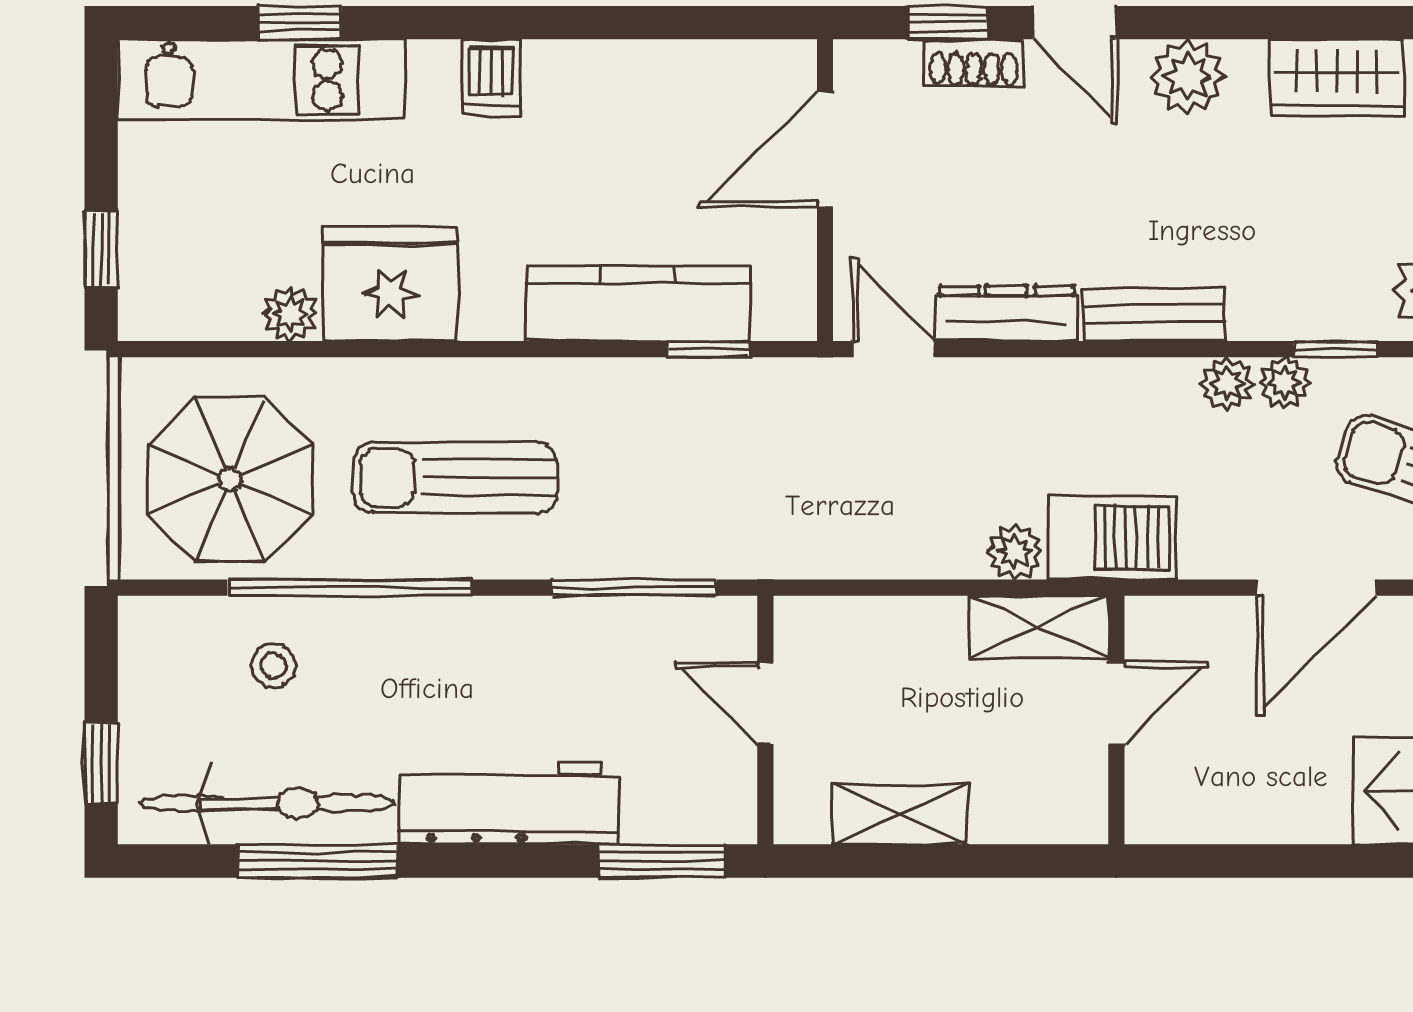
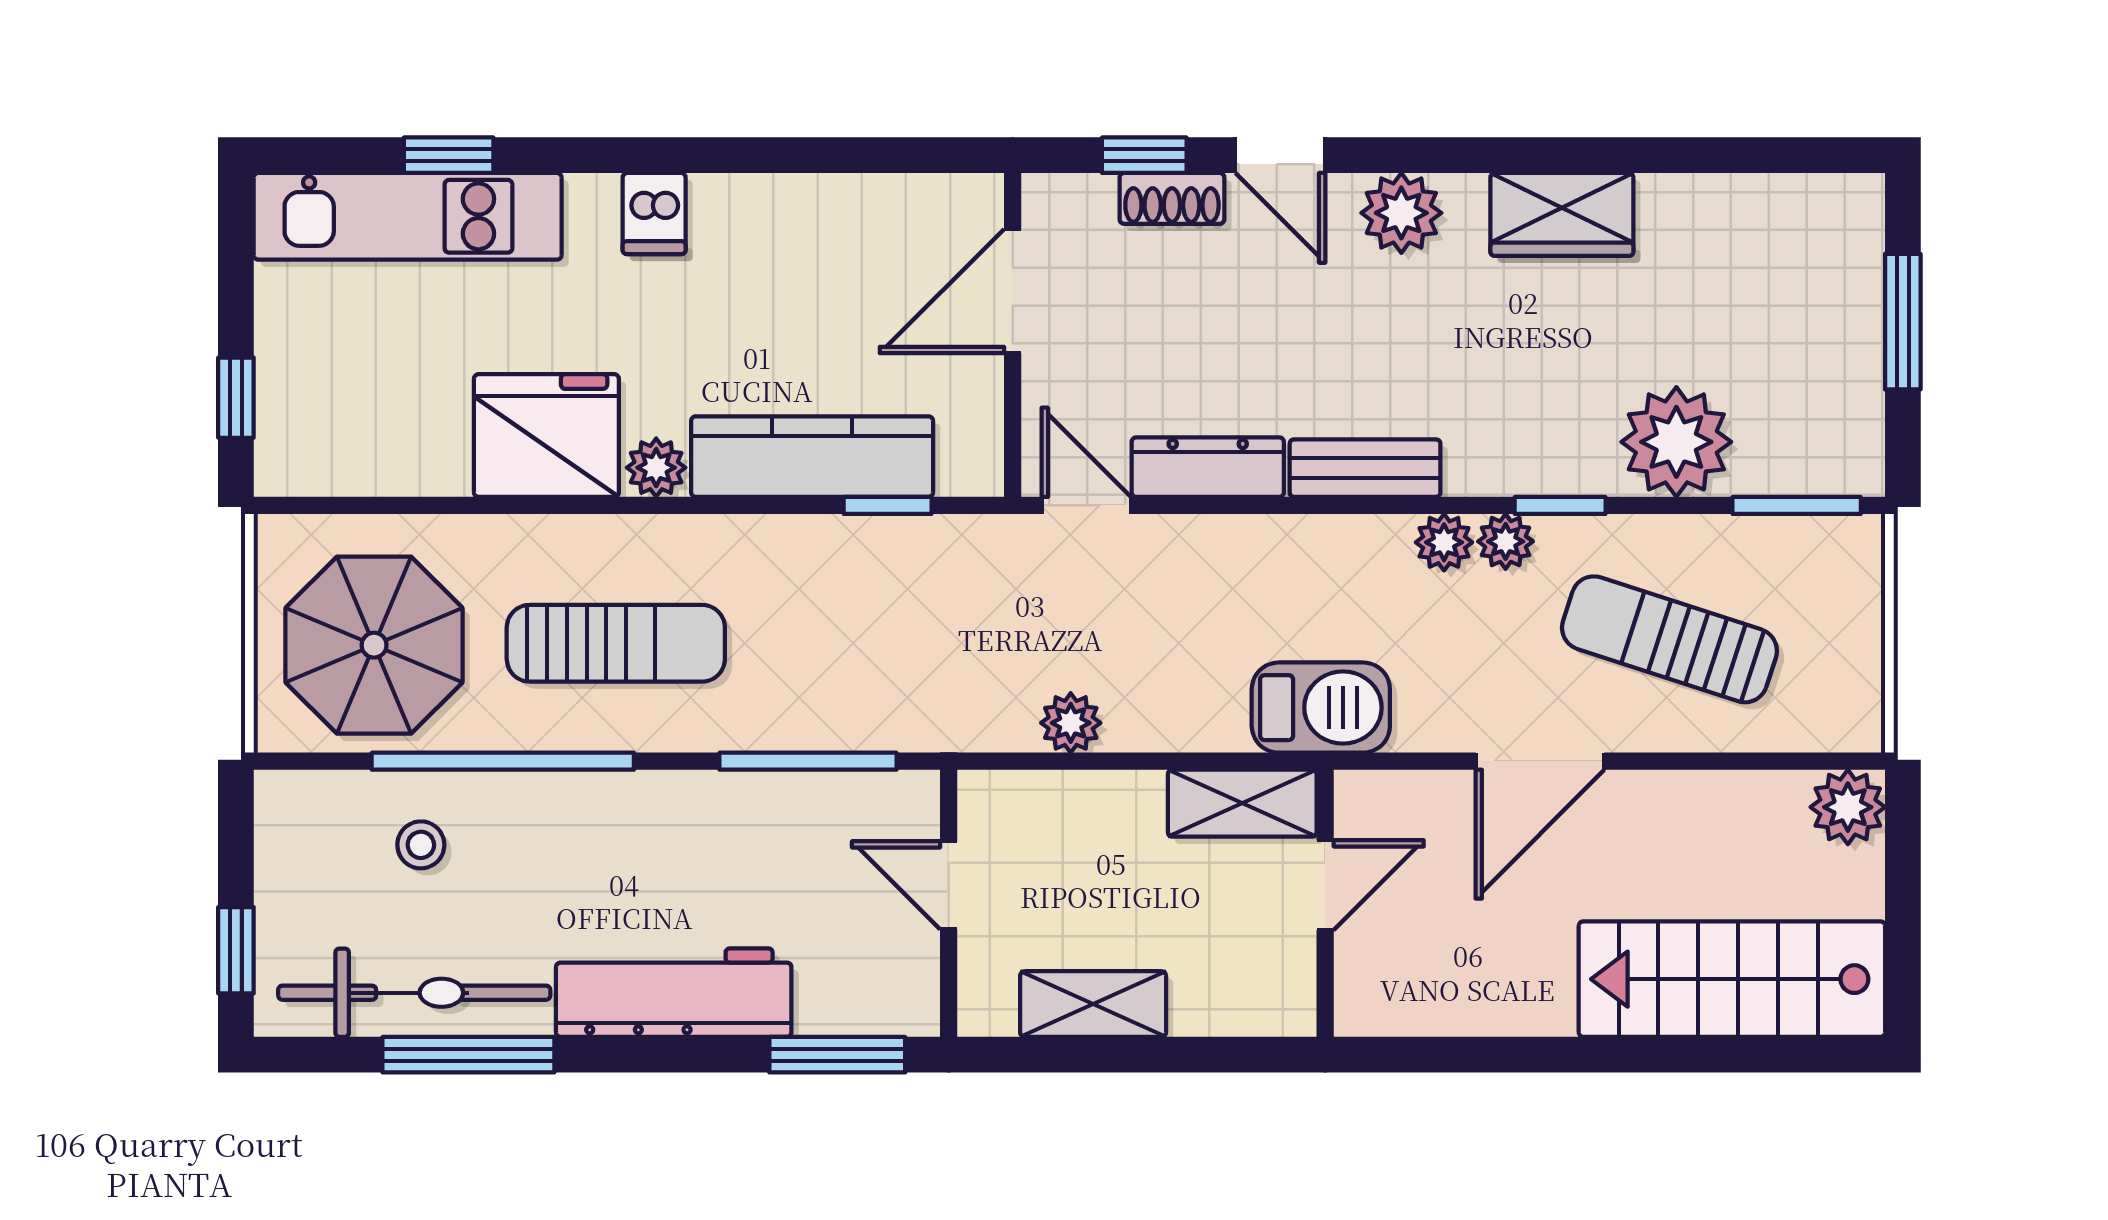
plant: (290, 314) -> (656, 468), moved
sun lounger: (455, 478) -> (616, 643), turned 180
plant: (1015, 552) -> (1071, 723), moved

